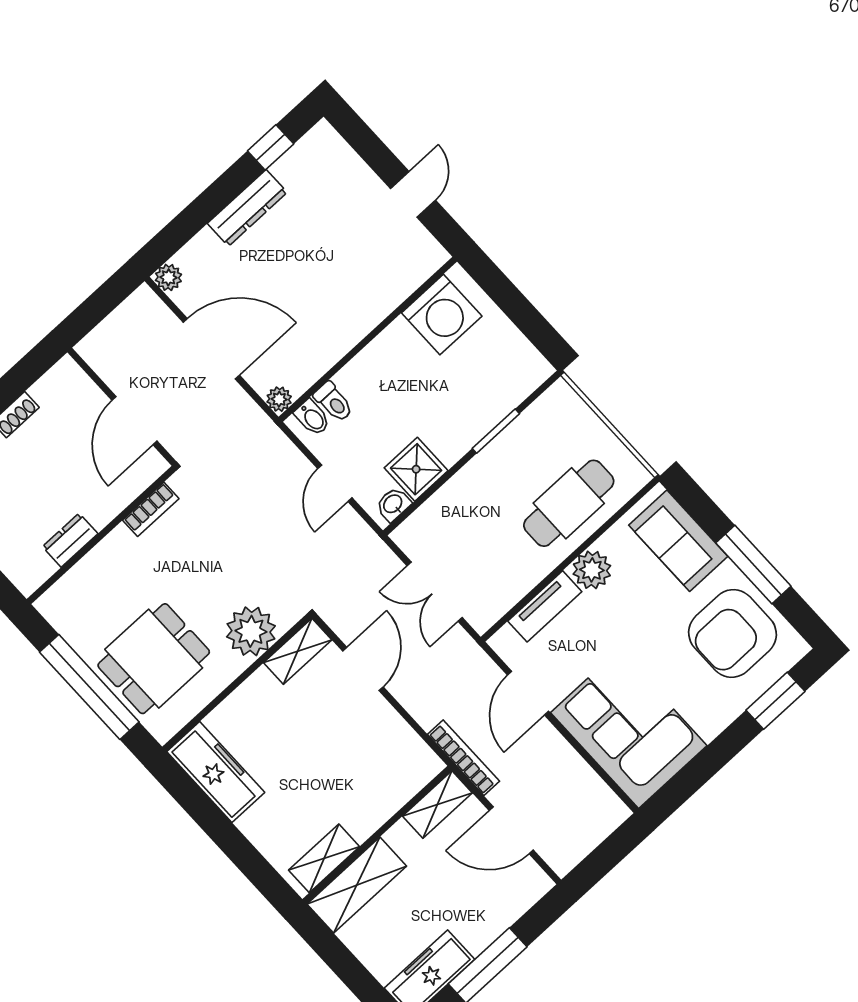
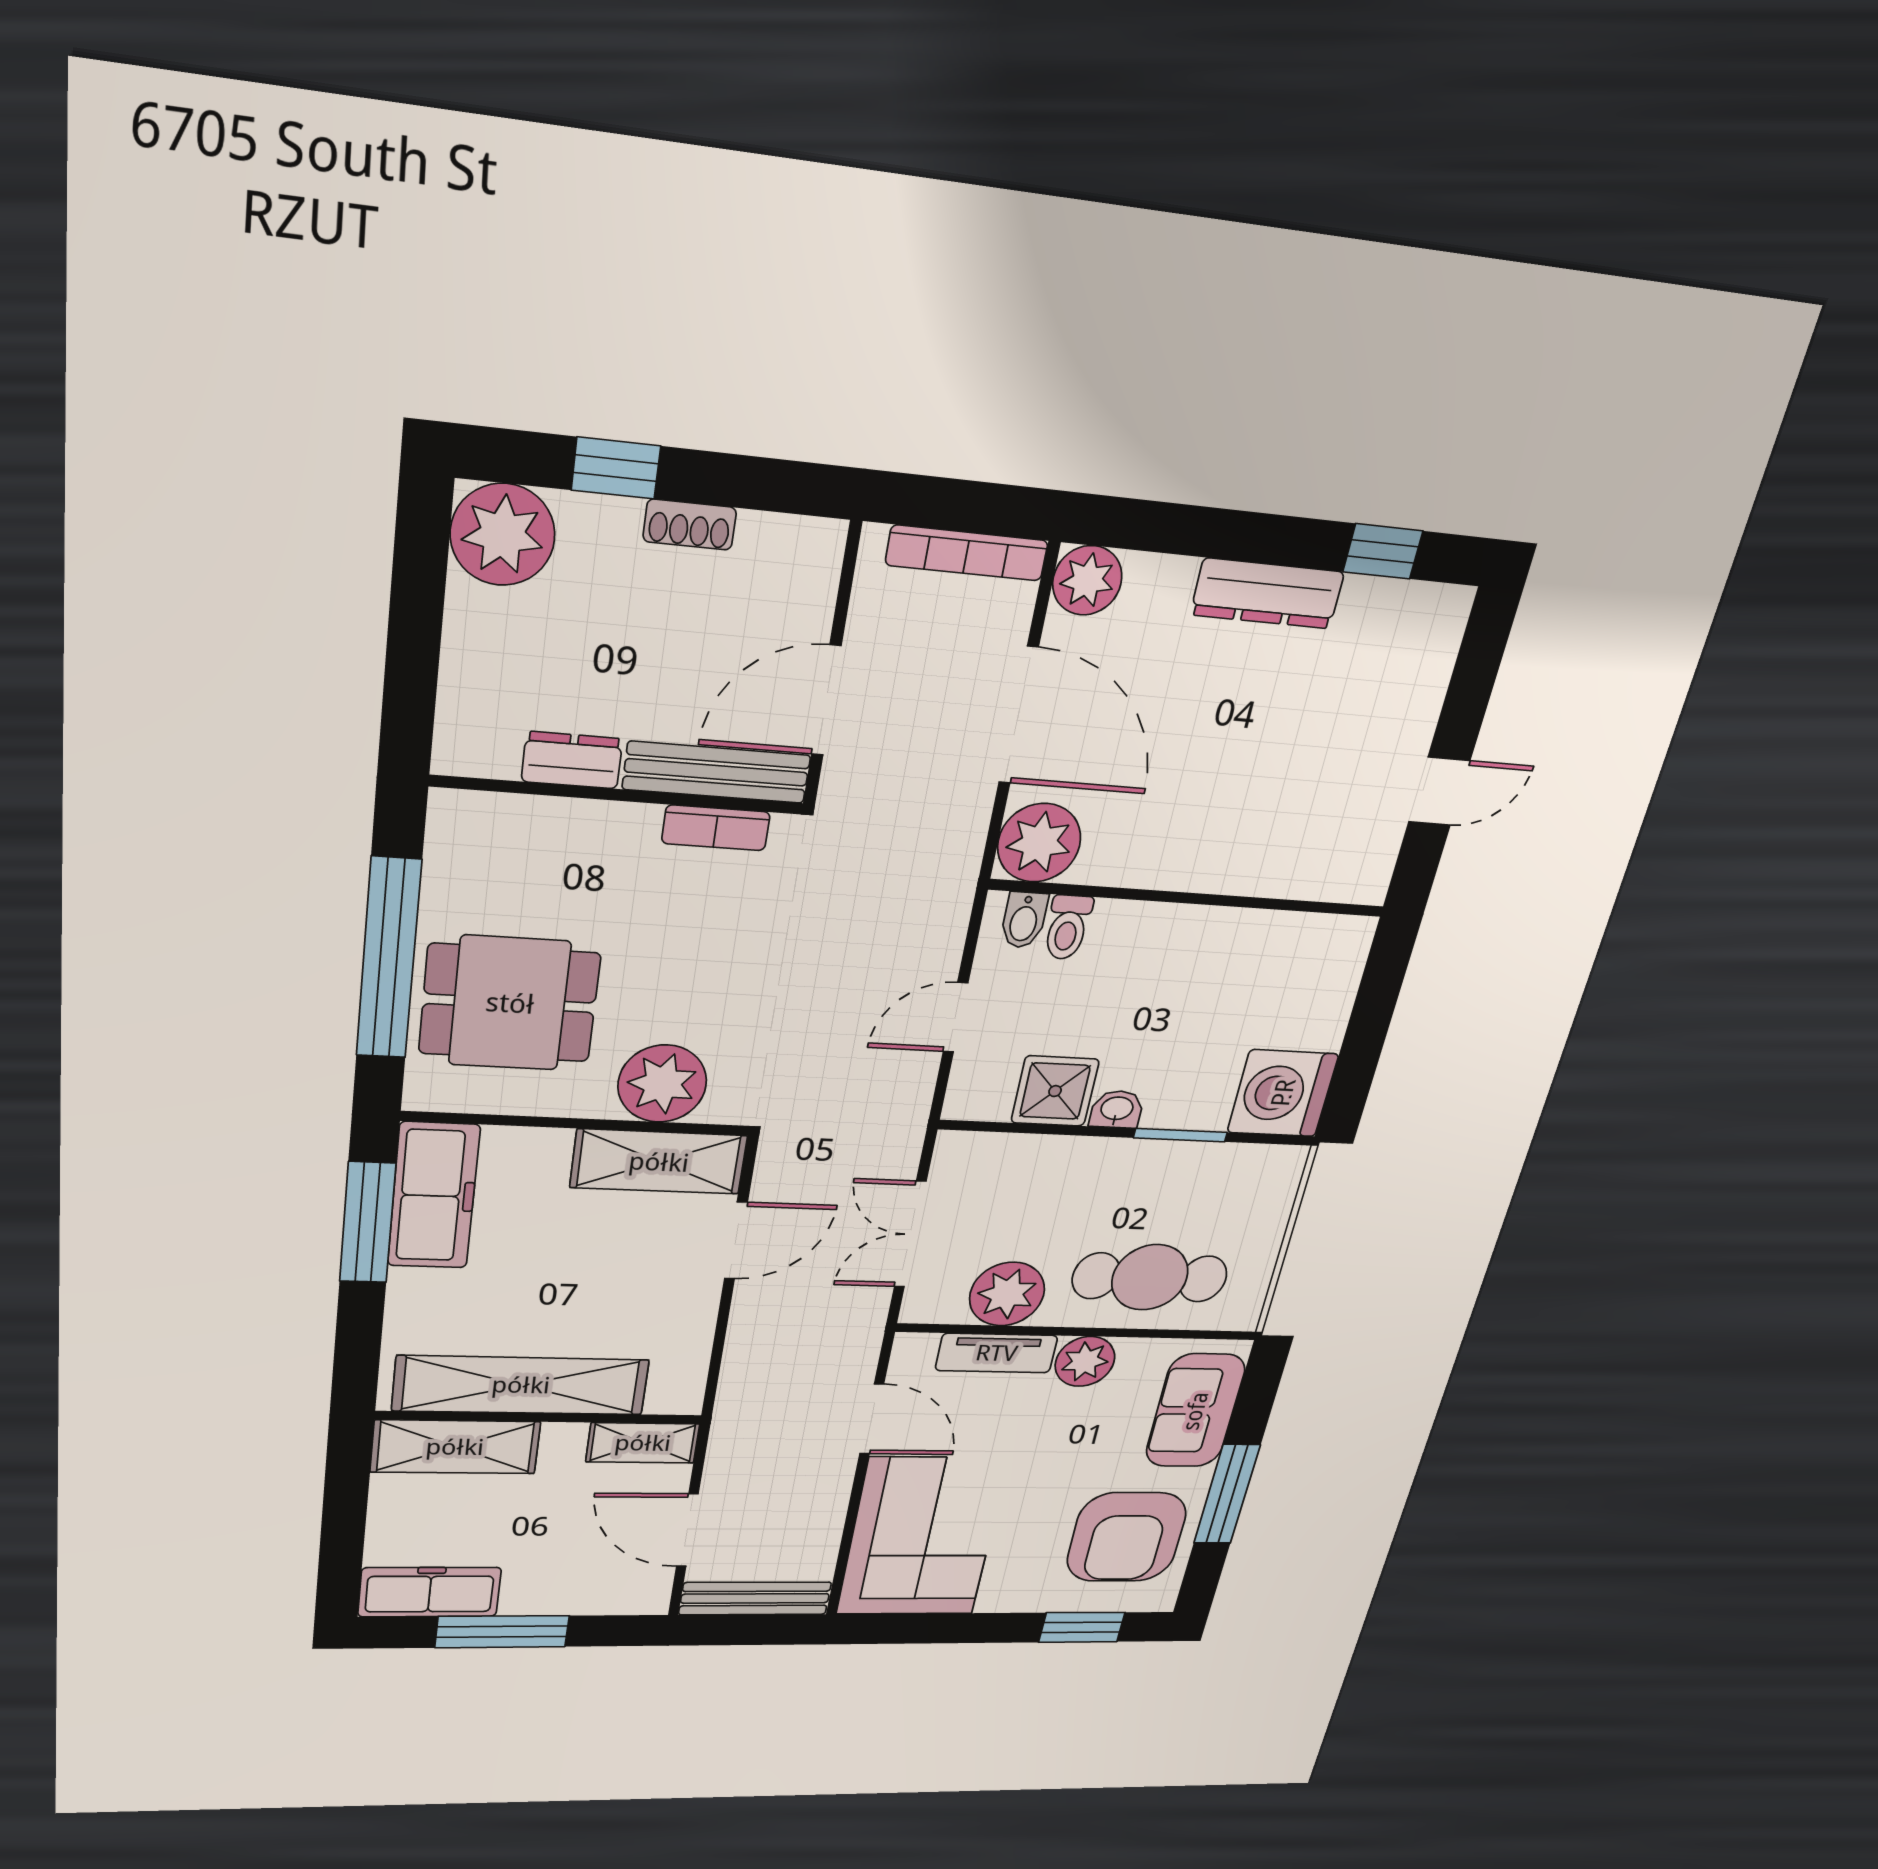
plant: (168, 277) -> (1087, 580), width x1.38, depth x1.38
washing machine: (442, 314) -> (1283, 1093), moved, turned 90
plant: (279, 399) -> (1039, 843), width x1.87, depth x1.87
bench: (127, 489) -> (717, 772), added
washbasin: (393, 504) -> (1117, 1109), moved
plant: (513, 575) -> (1007, 1294), added
armchair: (733, 633) -> (1126, 1537), turned -90
shelving: (298, 651) -> (659, 1162), width x1.50, depth x1.33
door: (528, 693) -> (872, 1419), swing flipped
bookcase: (464, 758) -> (967, 553), moved, turned 90
window: (203, 810) -> (368, 1223), added
bench: (588, 837) -> (755, 1598), added
shelving: (324, 858) -> (521, 1385), width x2.20, depth x1.33

